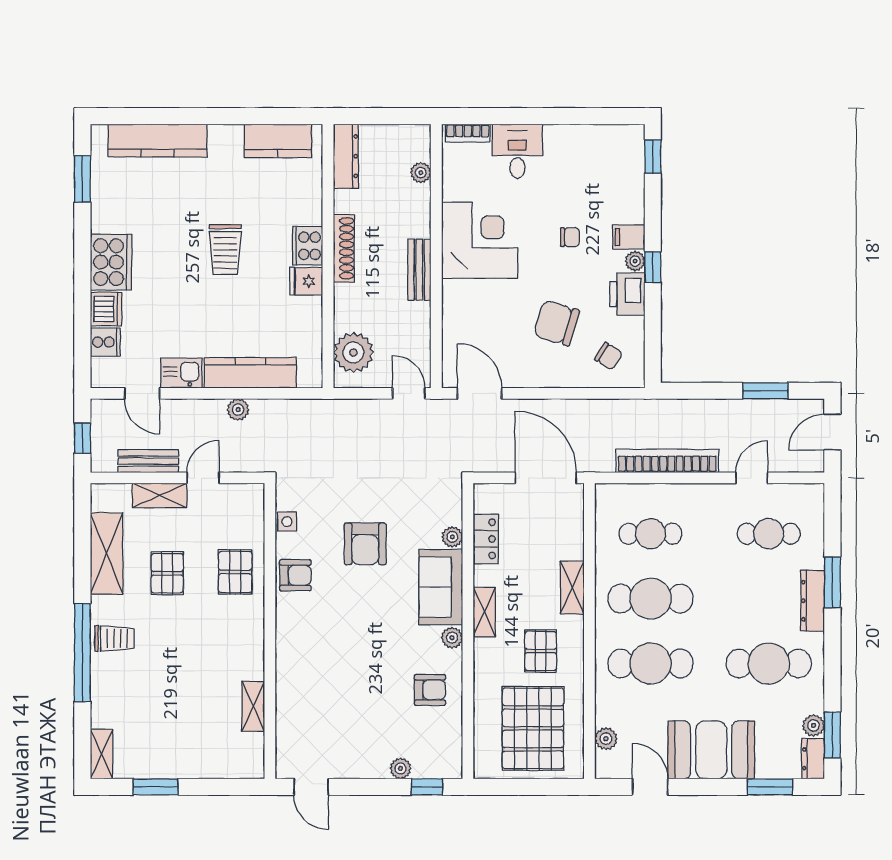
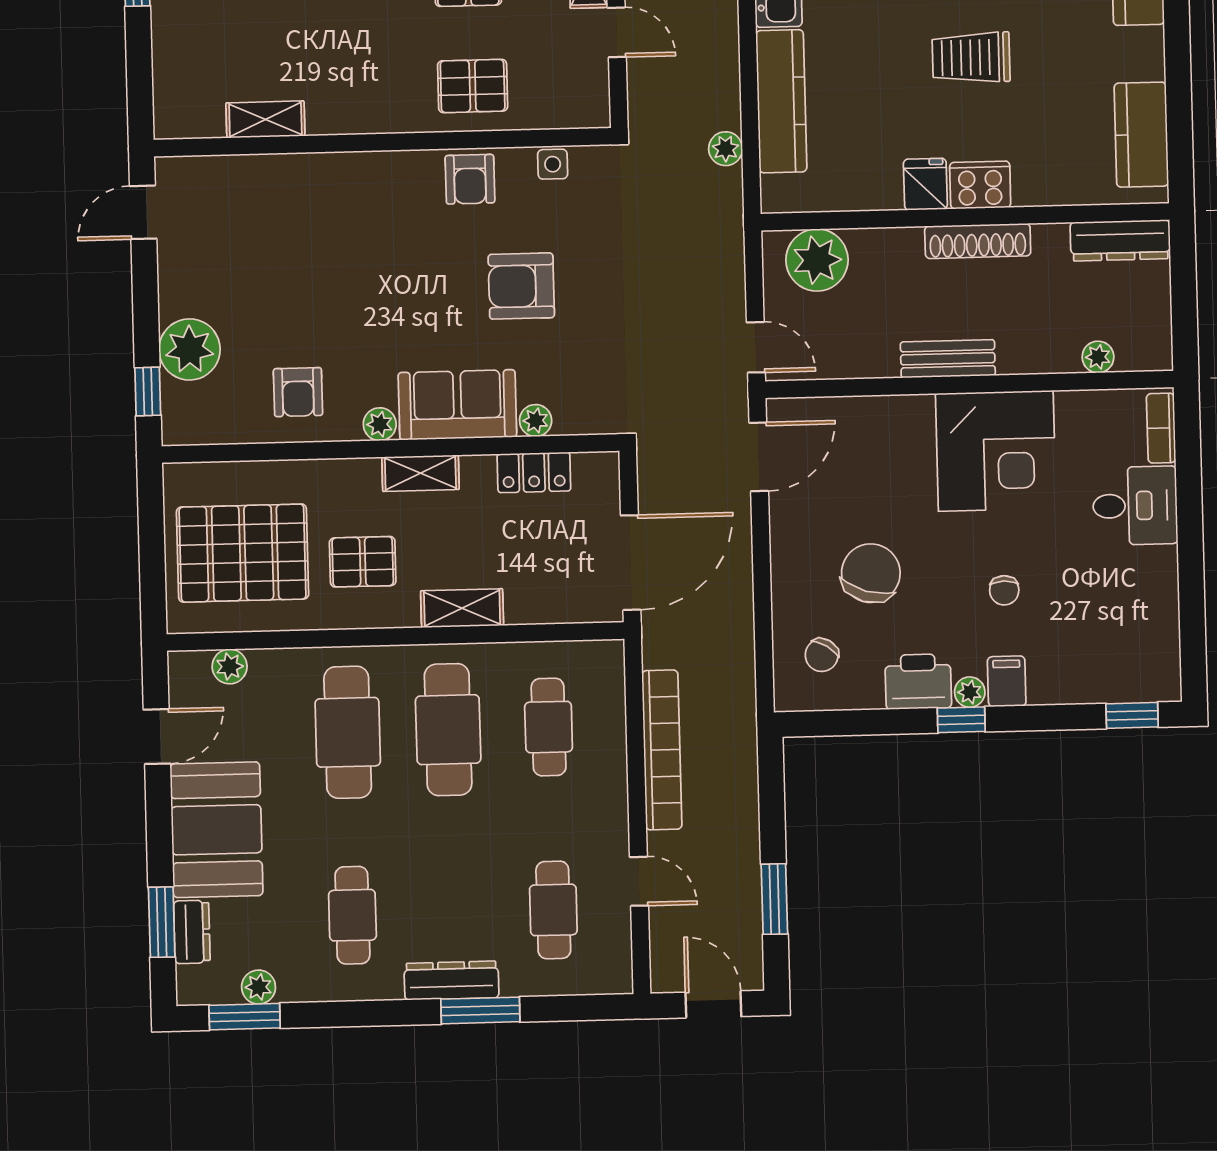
door: (409, 393) -> (756, 347), hinge flipped
plant: (238, 410) -> (726, 149), moved
cafe table: (769, 664) -> (352, 915), width x0.73, depth x0.74
dresser: (813, 759) -> (192, 932), moved, turned 90
plant: (401, 768) -> (190, 349), width x1.87, depth x1.87

